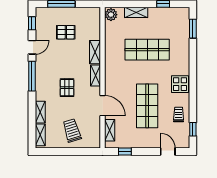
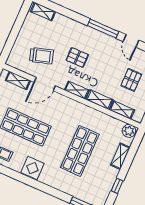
shelving: (40, 112) -> (122, 110), moved
trolley: (72, 131) -> (41, 56), moved

